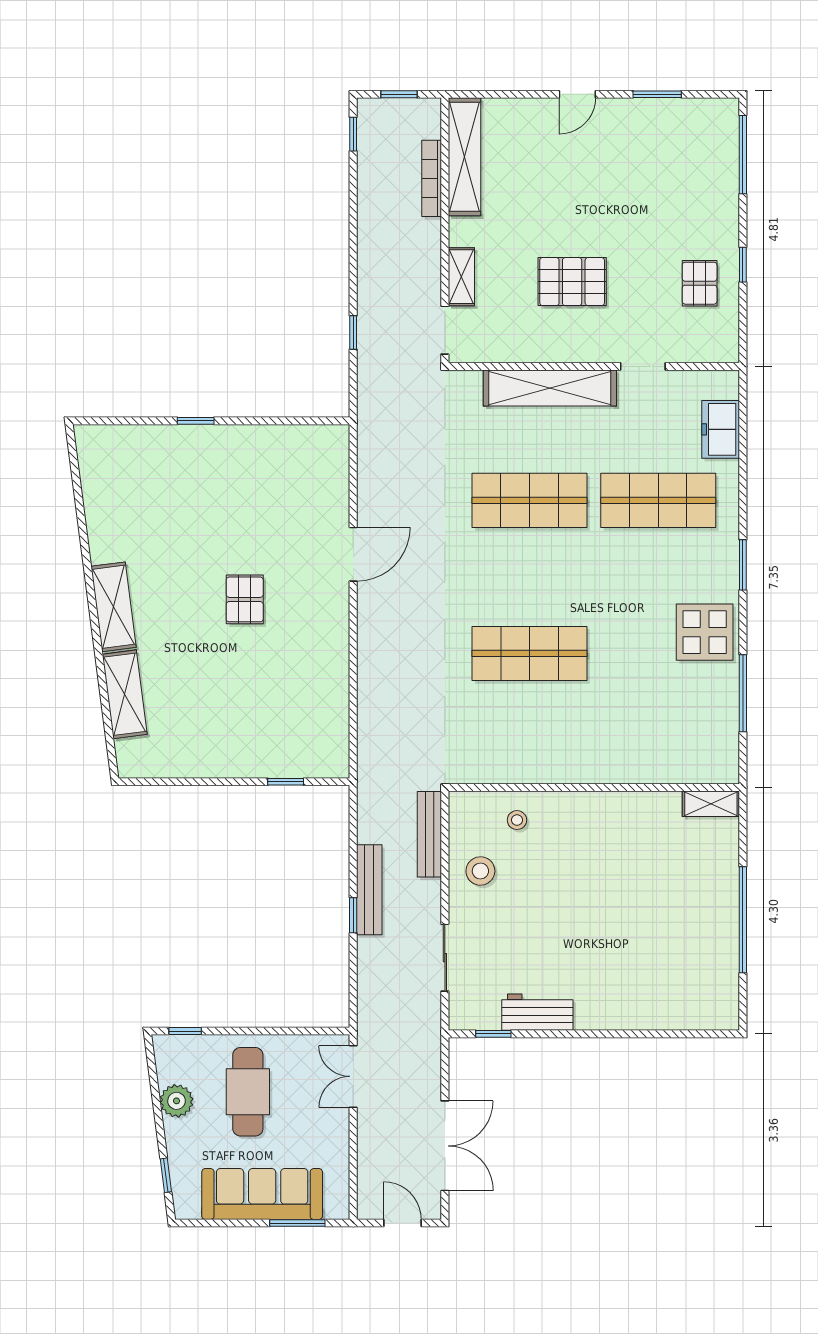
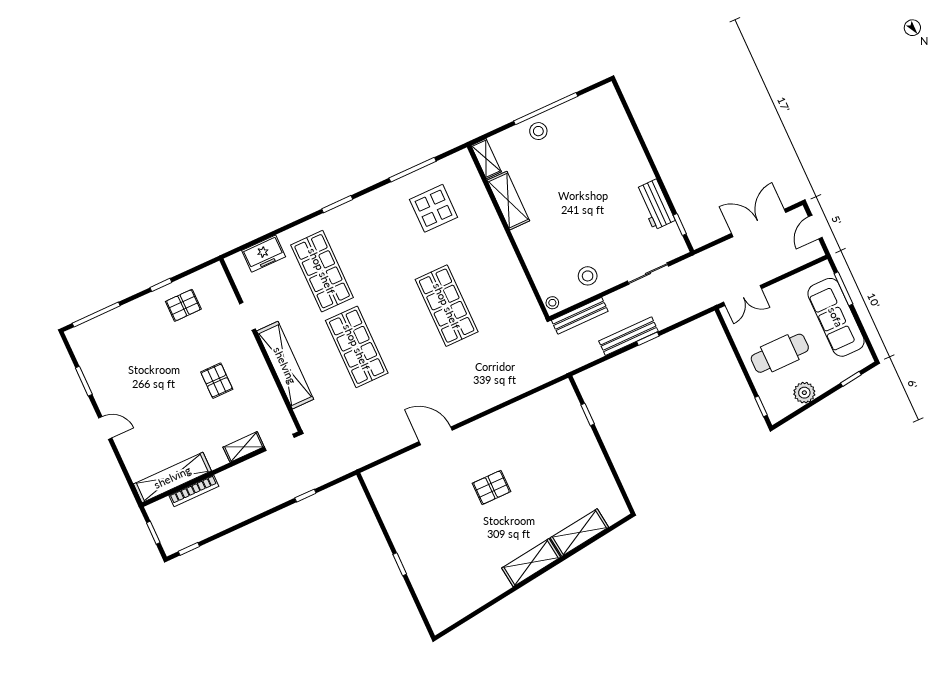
pallet: (572, 282) -> (217, 381), width x0.67, depth x0.71
display table: (705, 632) -> (434, 208), moved
shelving: (638, 808) -> (508, 201), added
stool: (517, 820) -> (552, 303), moved
stool: (716, 895) -> (538, 131), added

